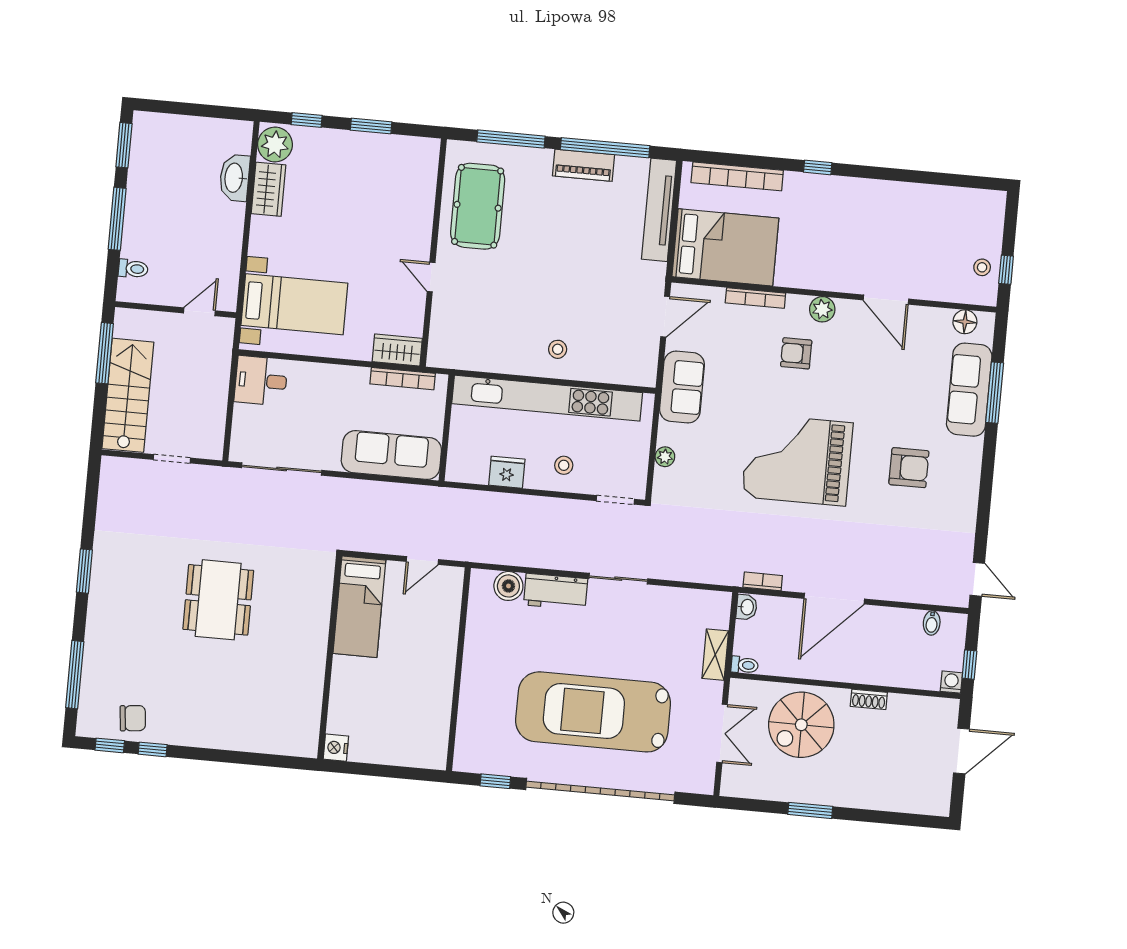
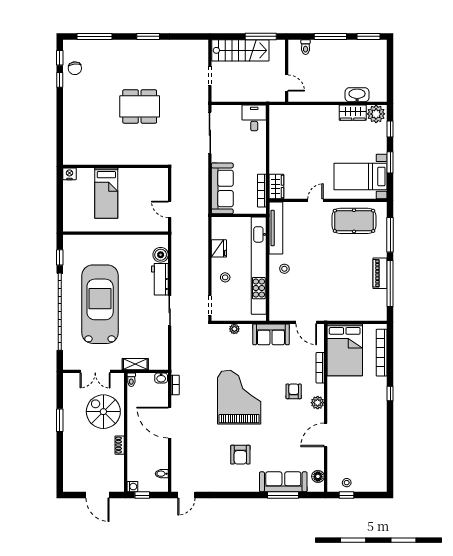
tv unit: (659, 210) -> (276, 228), moved, turned 90
bed with nightstands: (294, 304) -> (360, 176), moved, turned 90
bed: (359, 607) -> (106, 193), moved, turned -90

